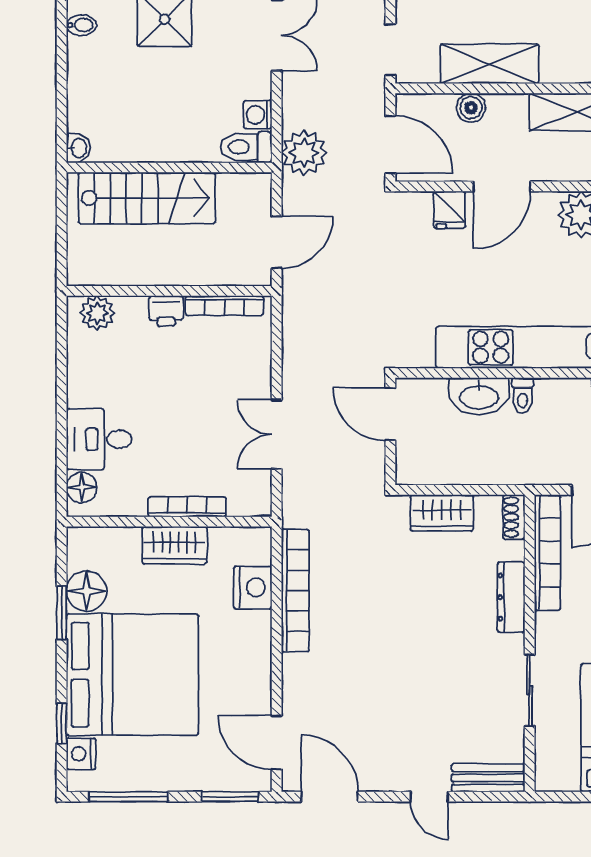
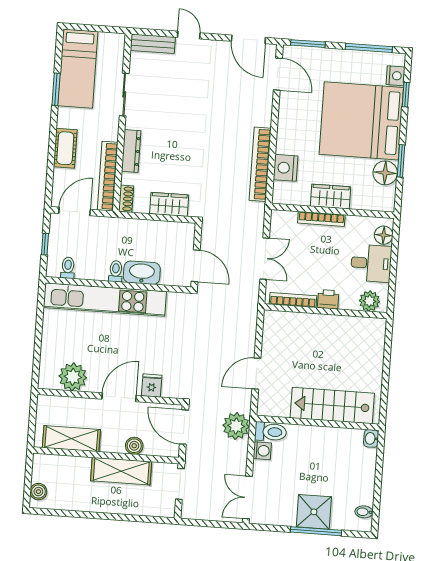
wall: (169, 291) -> (326, 311), moved
bookcase: (225, 306) -> (293, 300), moved
printer: (166, 311) -> (328, 299), moved
plant: (97, 313) -> (369, 301), moved

